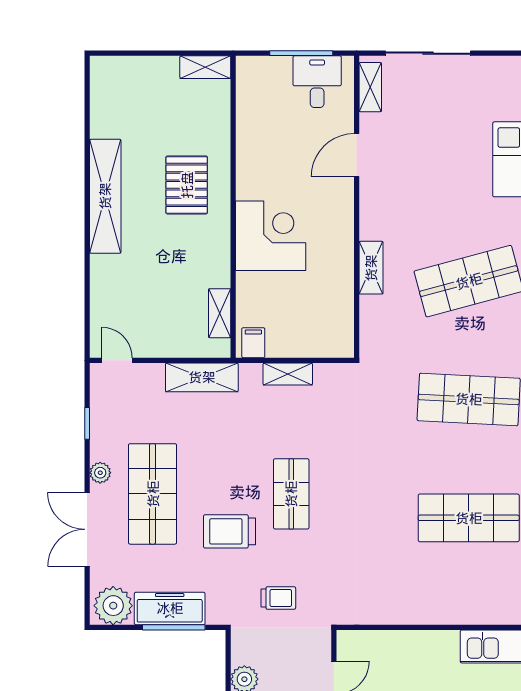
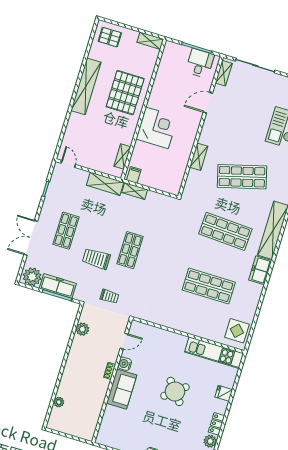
pallet: (123, 84) -> (110, 37), added
pallet: (187, 185) -> (125, 93), width x1.37, depth x1.41
shelving: (288, 374) -> (135, 191), moved
plant: (100, 473) -> (45, 213), removed
shop shelf: (153, 494) -> (66, 231), width x0.70, depth x0.74

